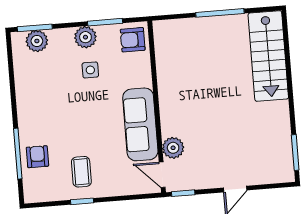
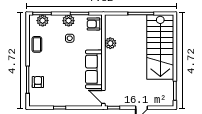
stairs: (268, 56) -> (160, 47), width x1.36, depth x1.51
plant: (173, 148) -> (110, 43), moved
coffee table: (81, 172) -> (37, 44), moved

